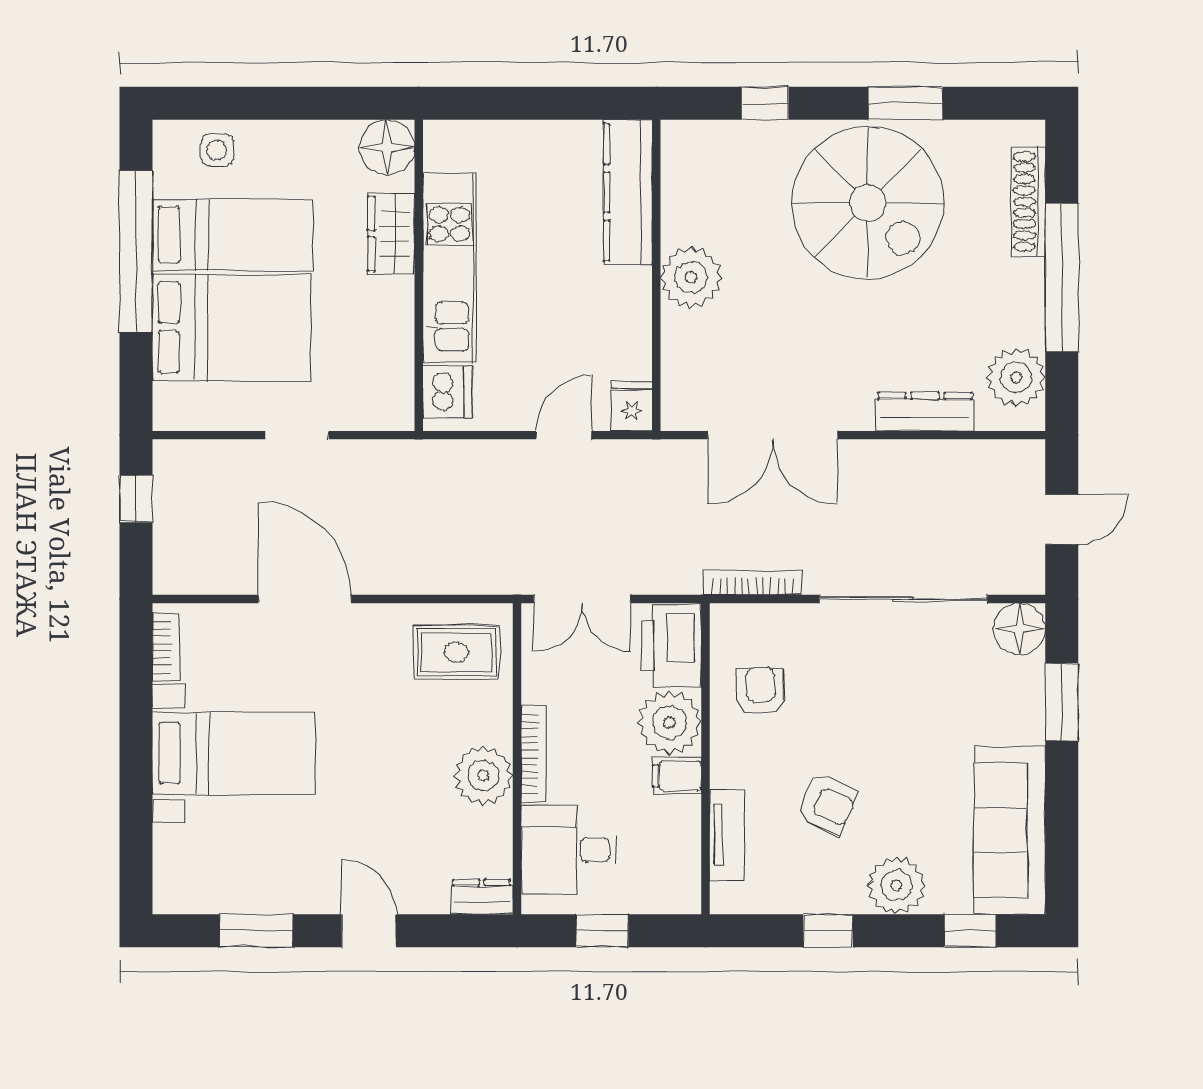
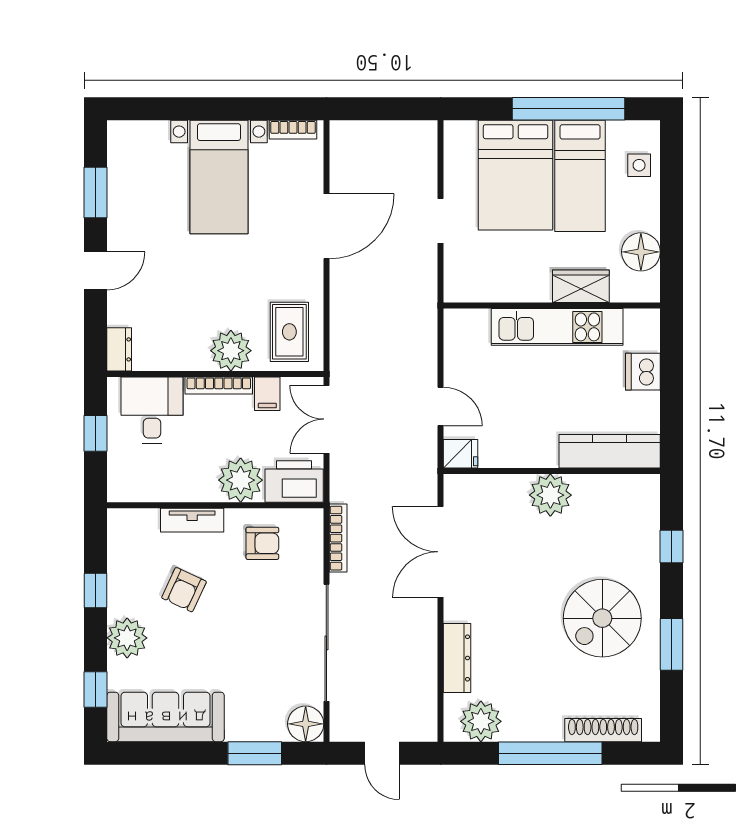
floor lamp: (387, 147) -> (641, 252), moved
spiral stairs: (868, 203) -> (602, 618), width x0.73, depth x0.73
dishwasher: (448, 392) -> (643, 372), moved, turned 90
window: (136, 499) -> (396, 109), removed
plant: (483, 776) -> (231, 351), moved
filing cabinet: (677, 776) -> (267, 394), moved, turned 180
tv unit: (727, 835) -> (192, 520), moved

